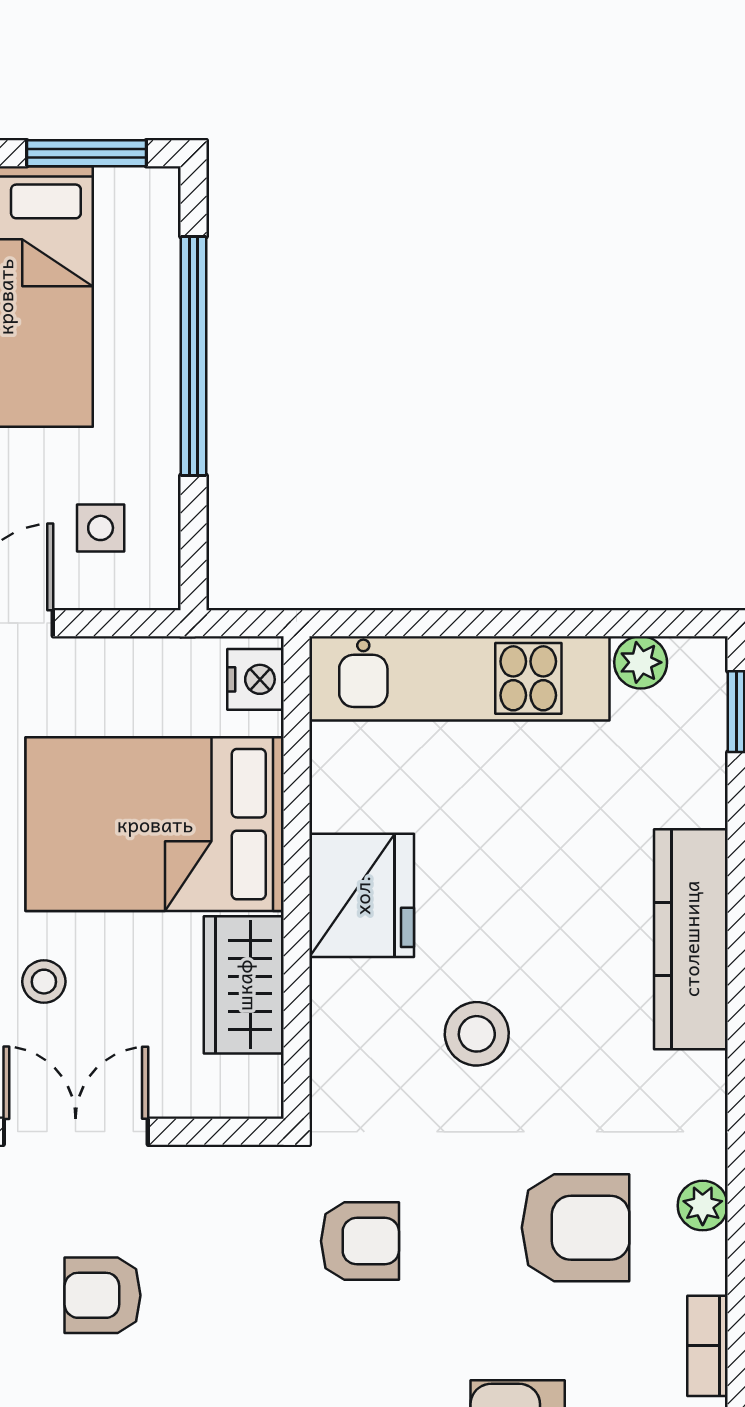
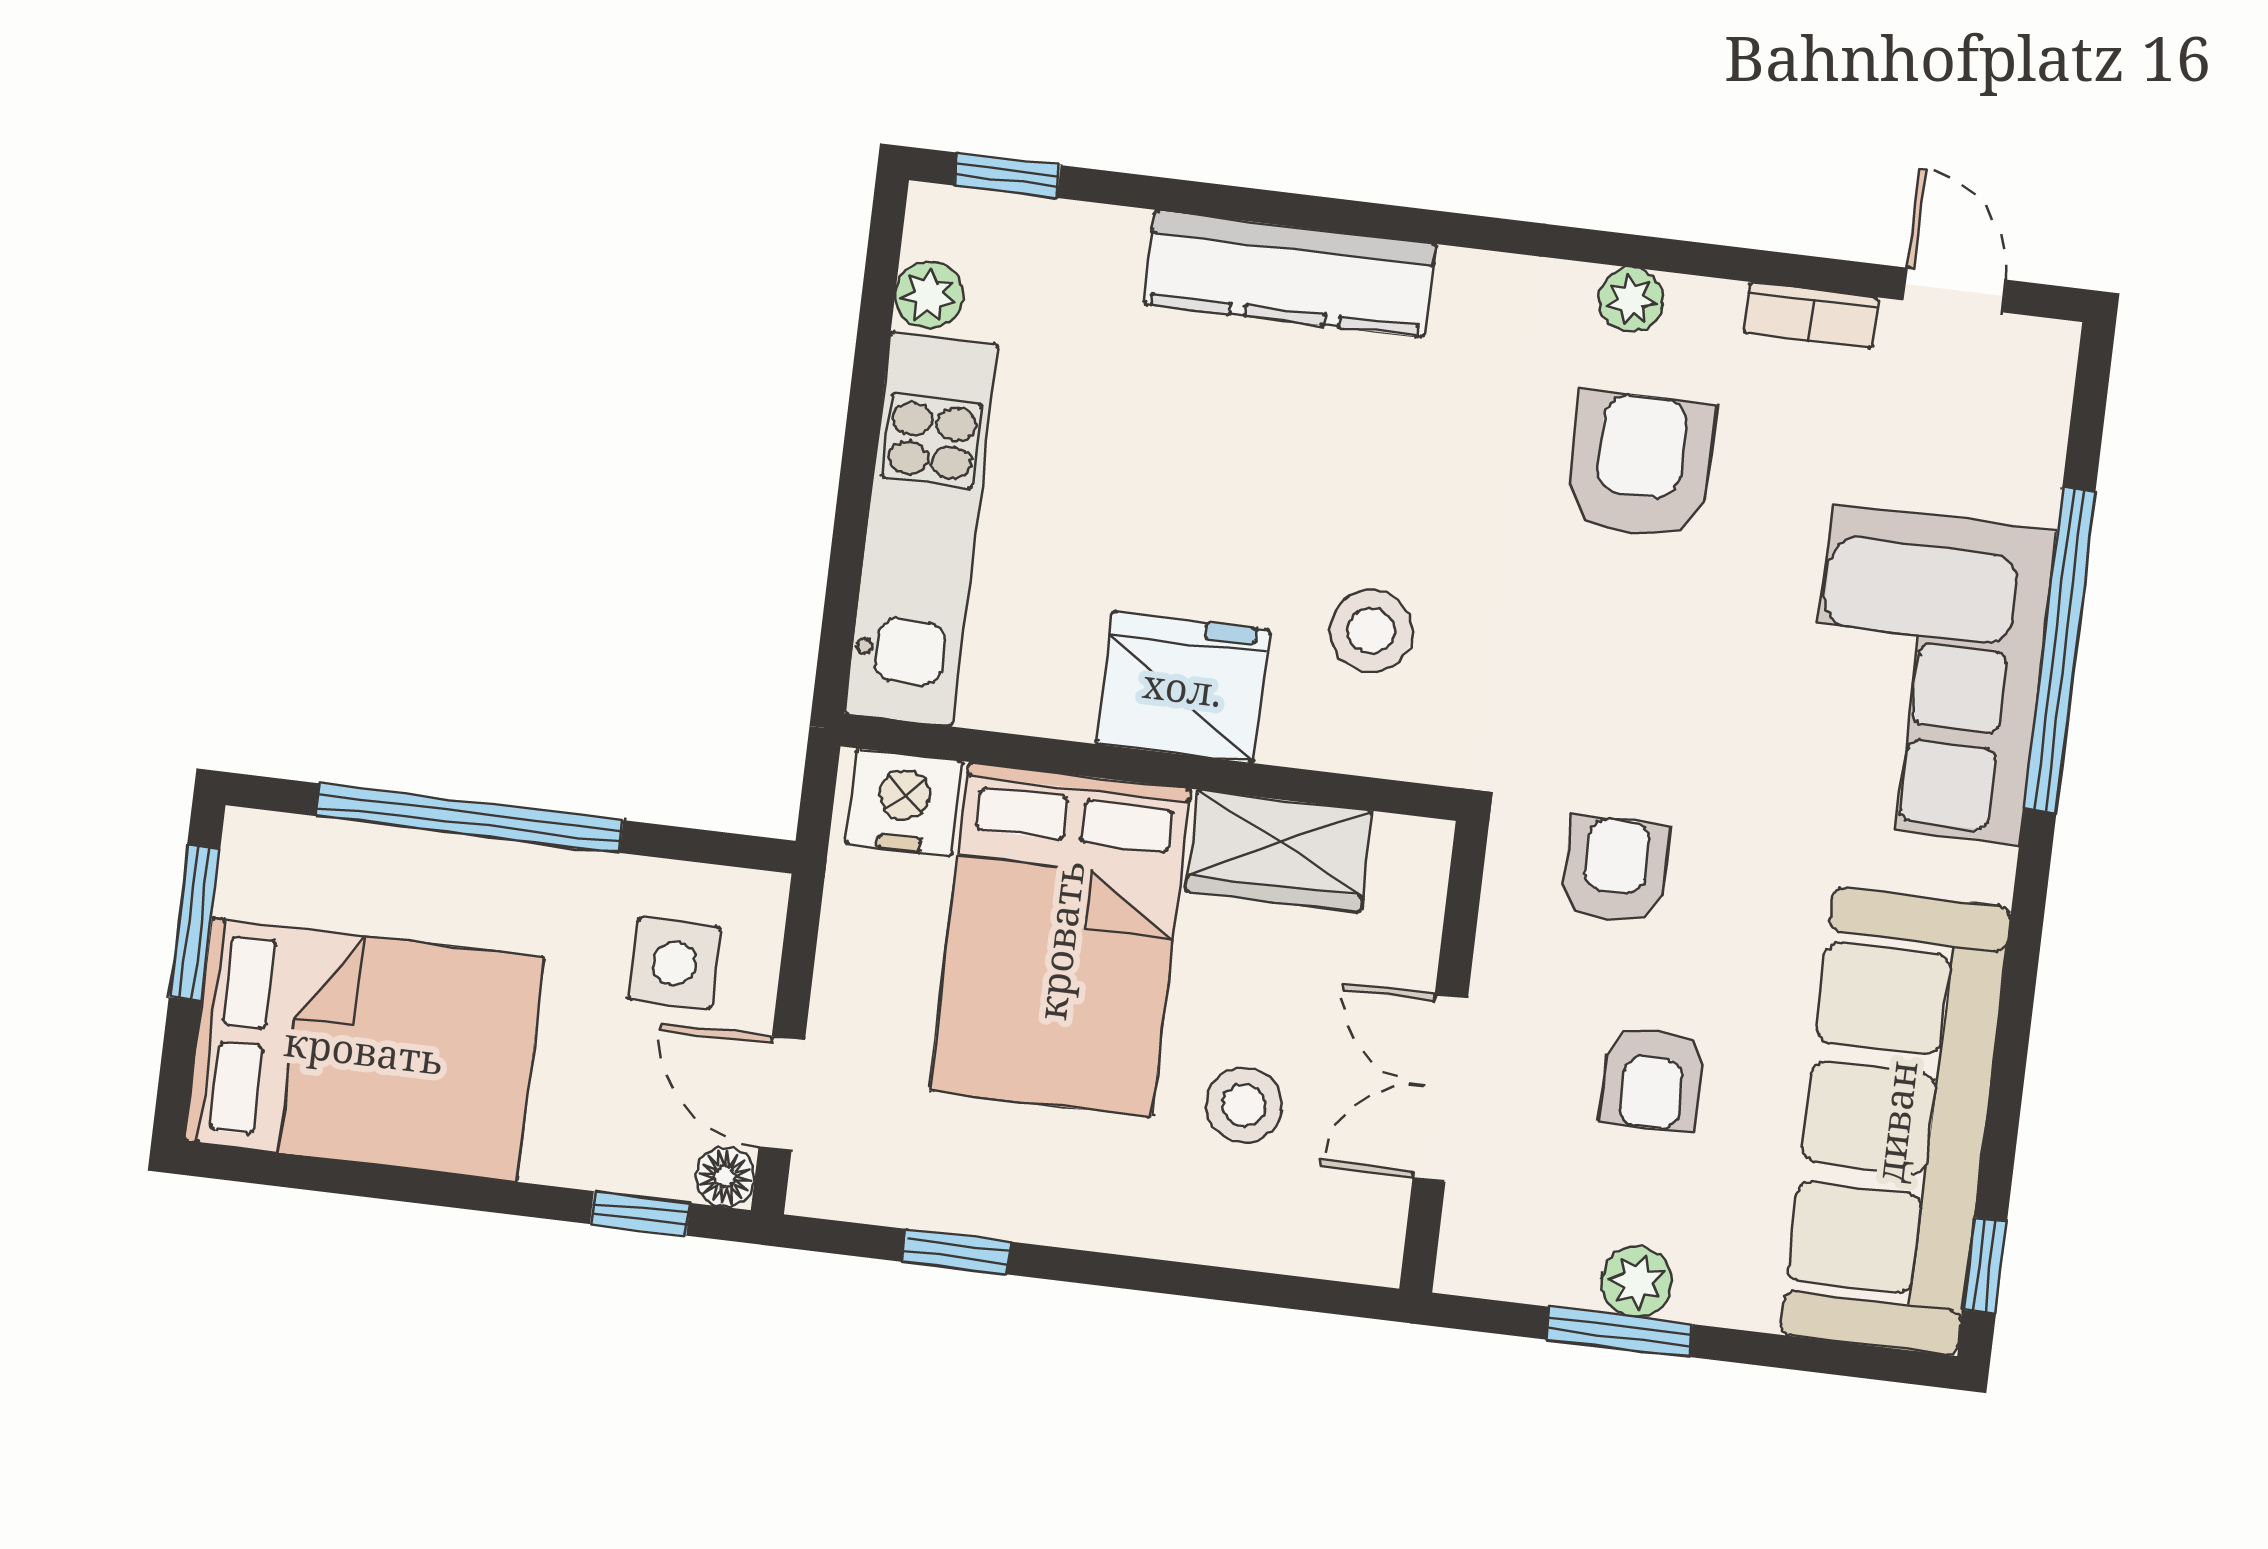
side table: (101, 528) -> (674, 963), width x1.37, depth x1.37
nightstand: (255, 679) -> (904, 802), width x1.36, depth x1.33
stool: (44, 982) -> (1244, 1105), width x1.37, depth x1.37
stool: (477, 1034) -> (1371, 631), moved
armchair: (360, 1241) -> (1615, 870), moved

